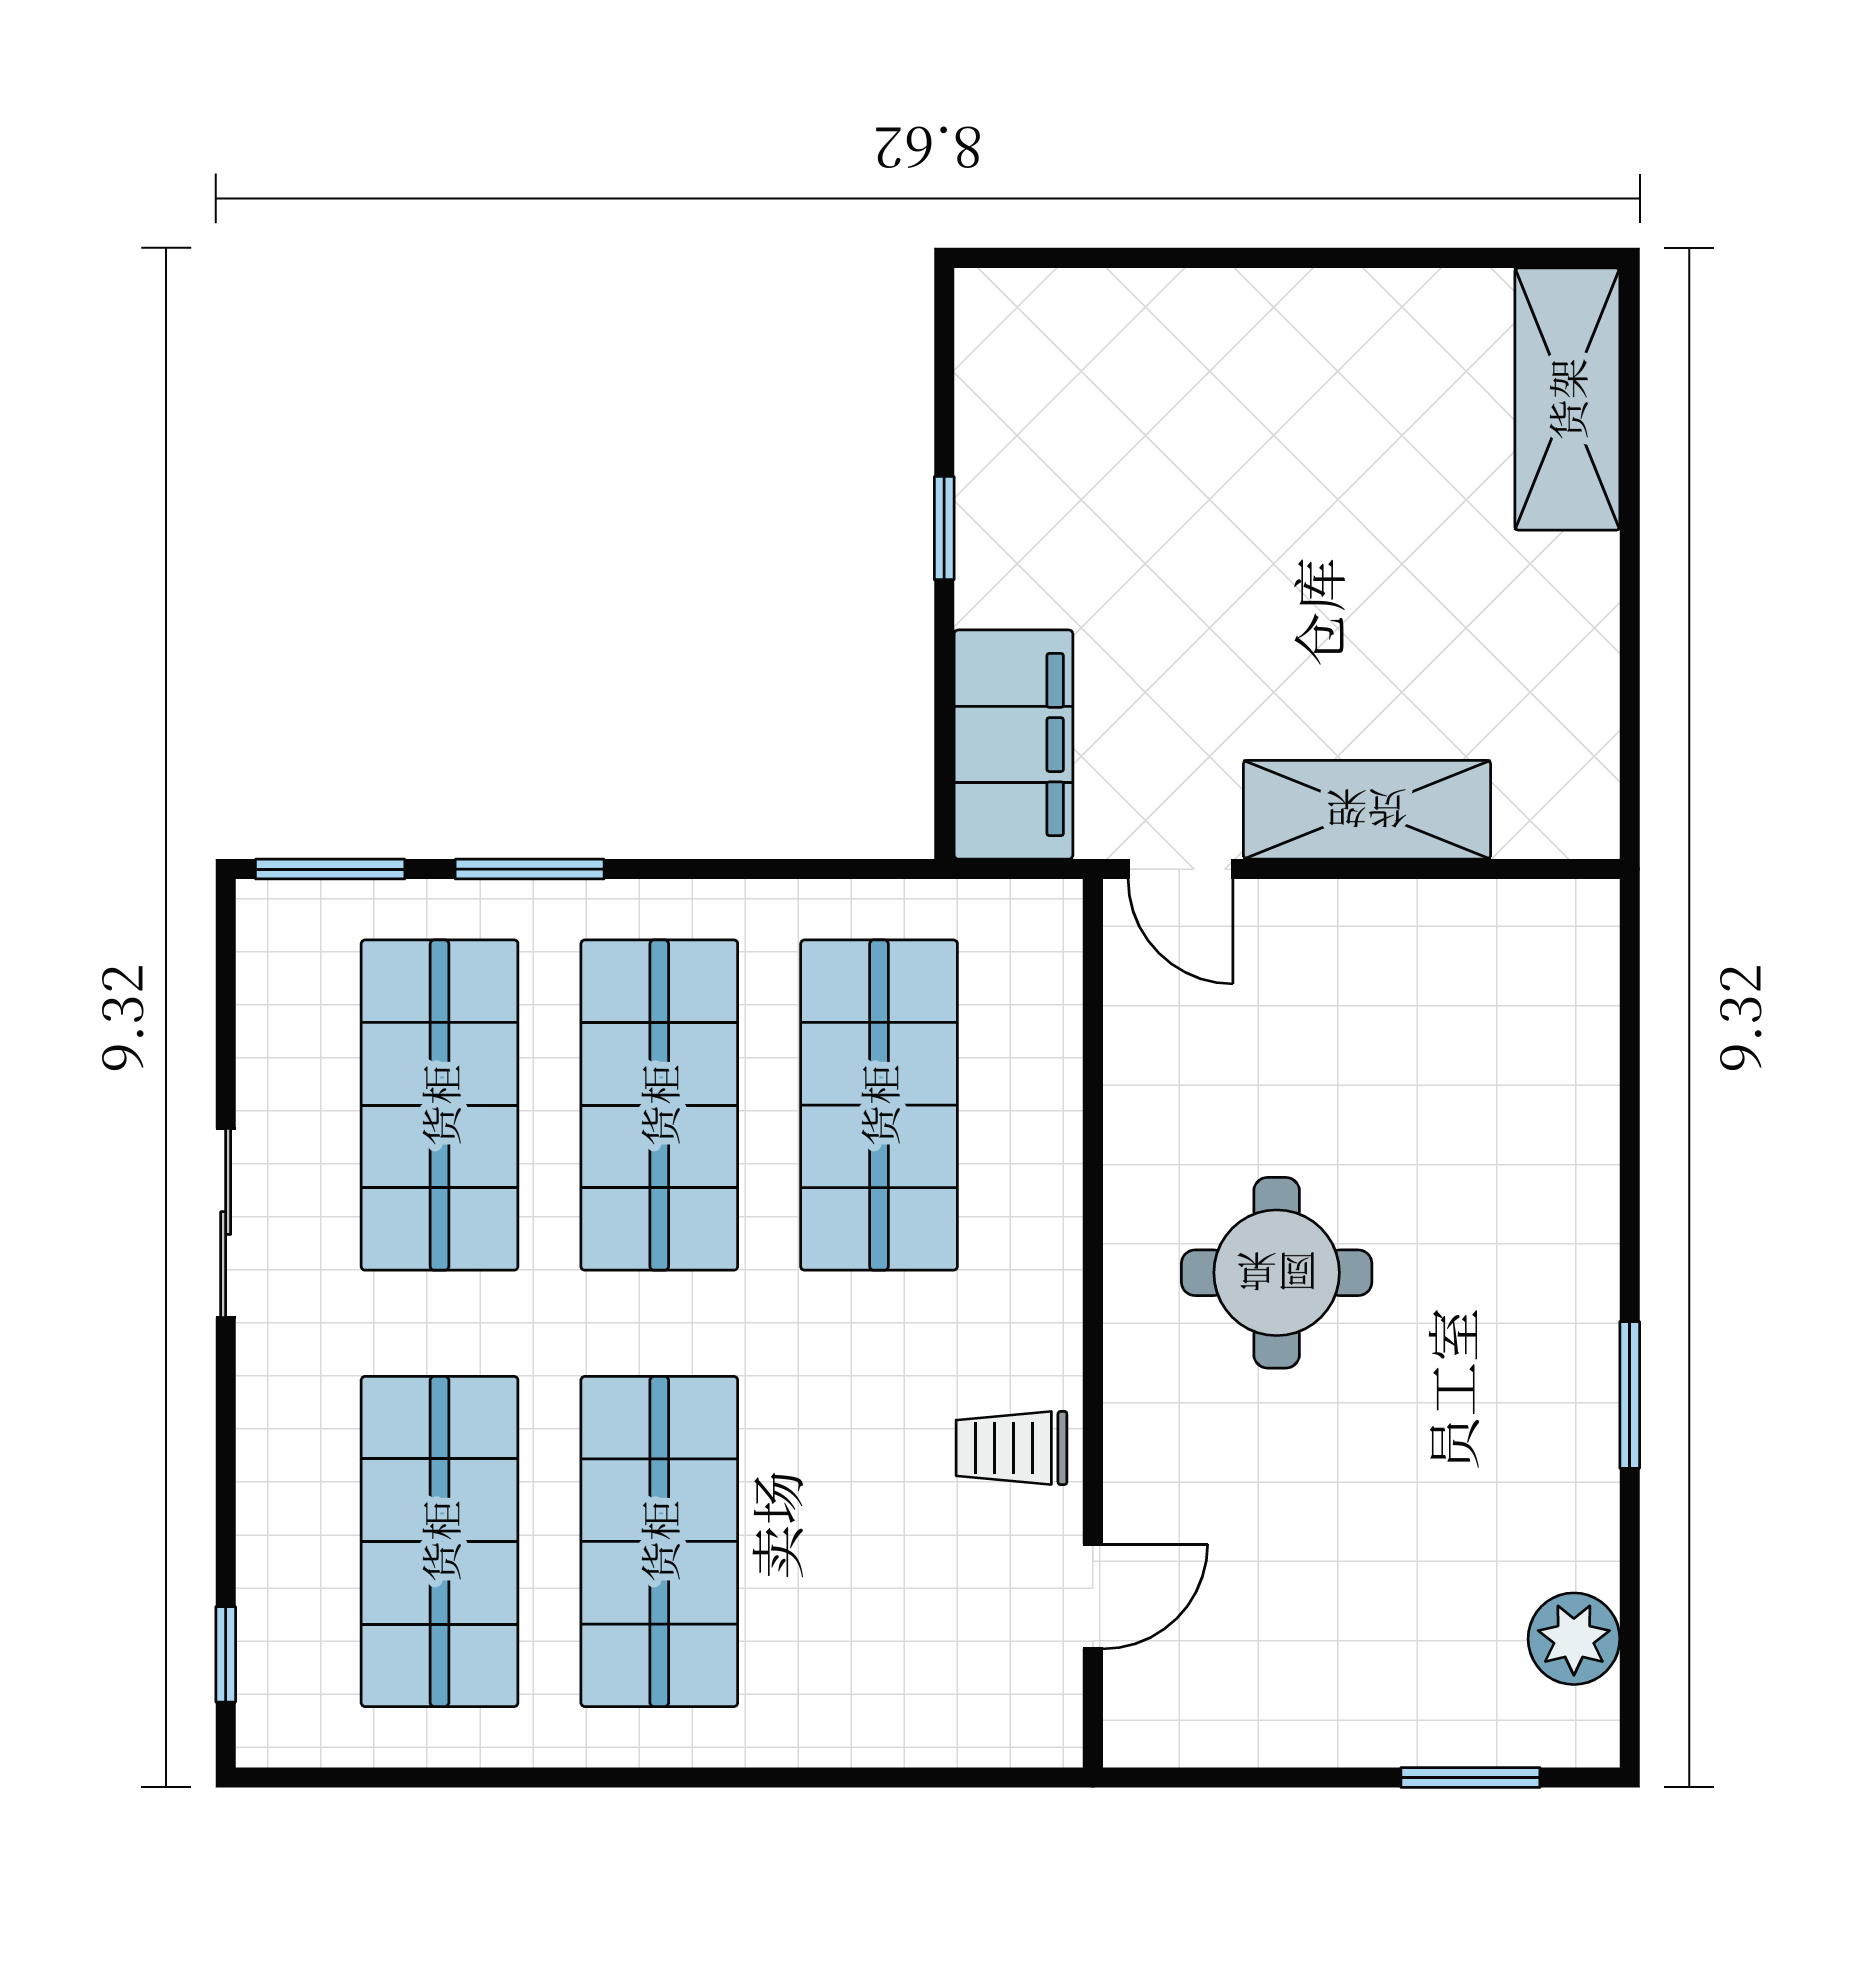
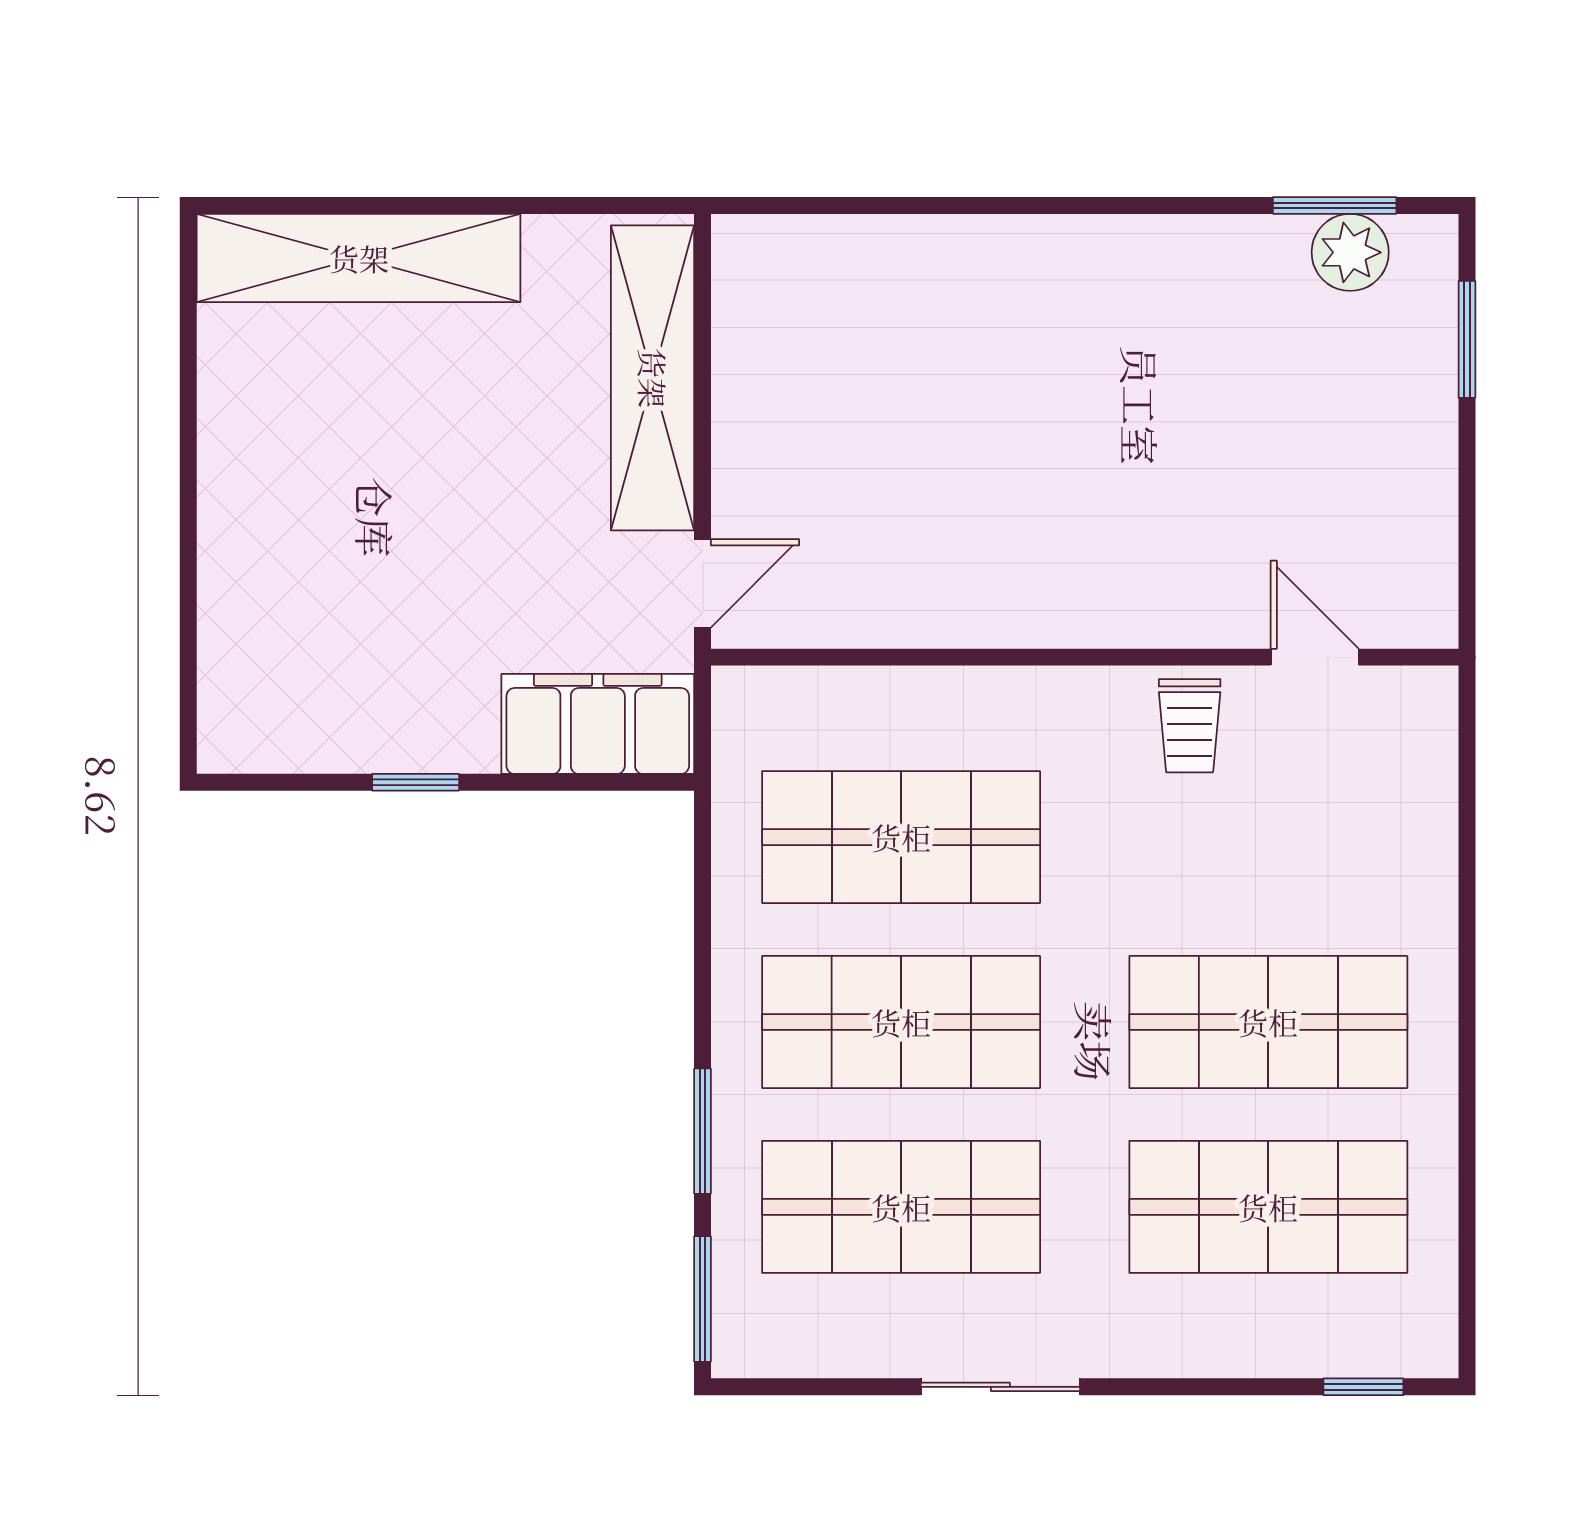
shelving: (1567, 399) -> (359, 258), width x1.47
shelving: (1367, 810) -> (653, 378), width x1.47
round table: (1277, 1273) -> (1042, 503), removed
window: (1630, 1395) -> (1335, 205), moved

